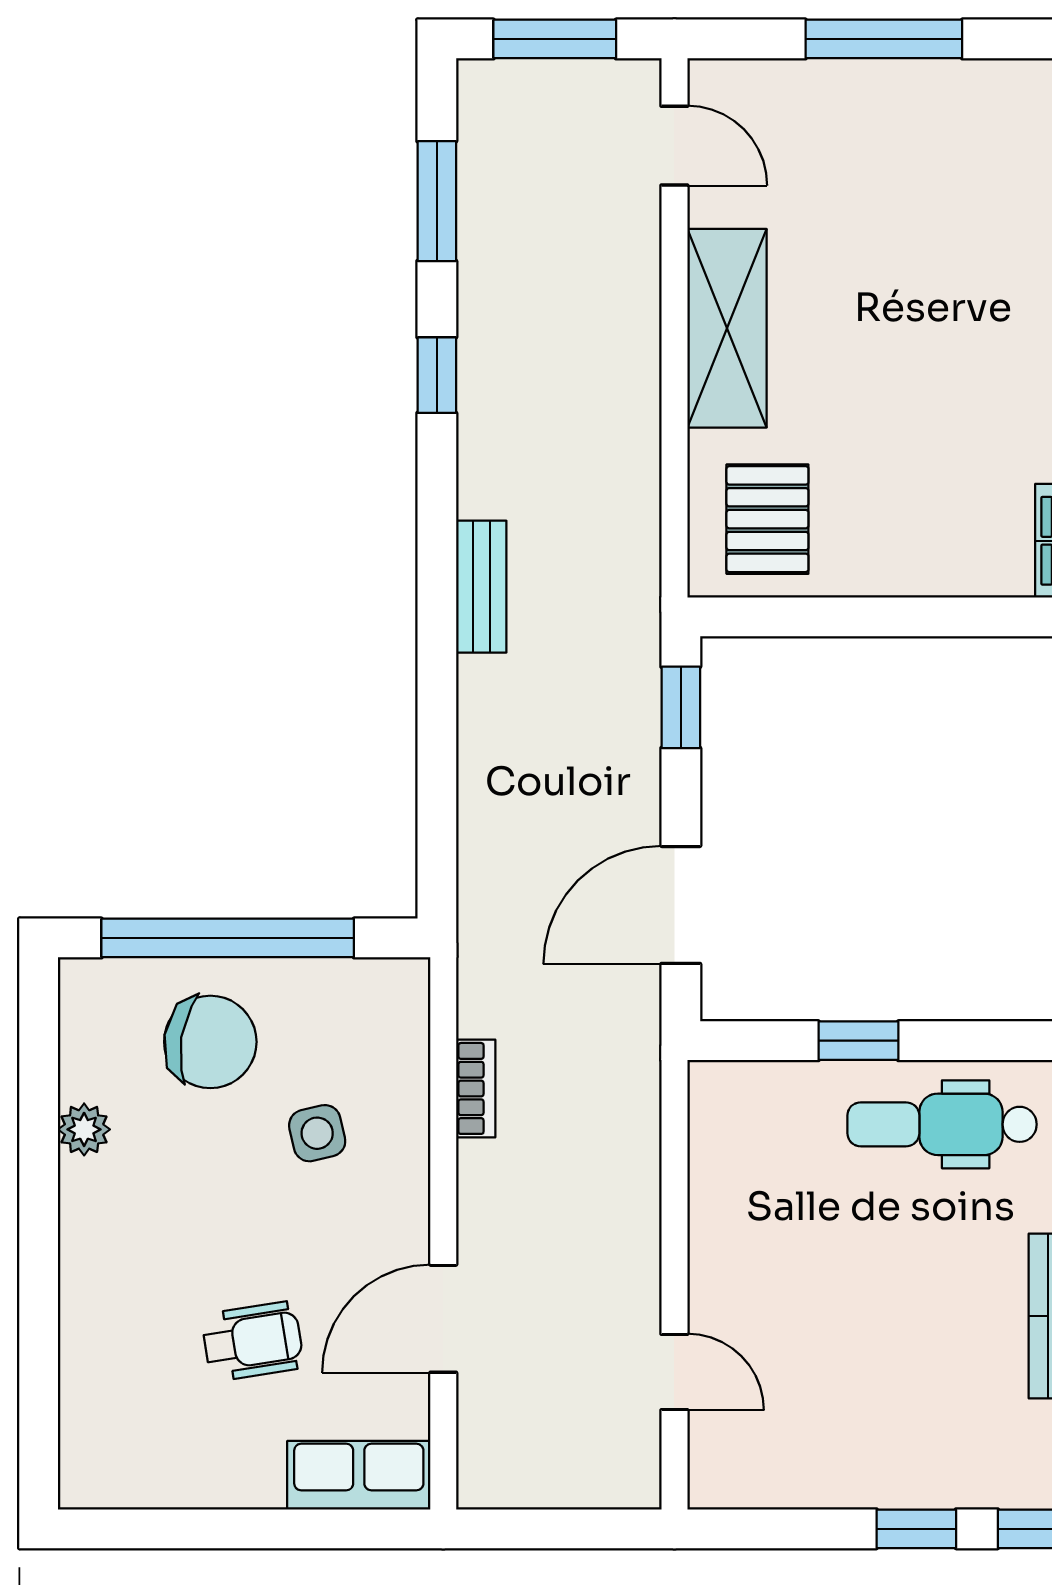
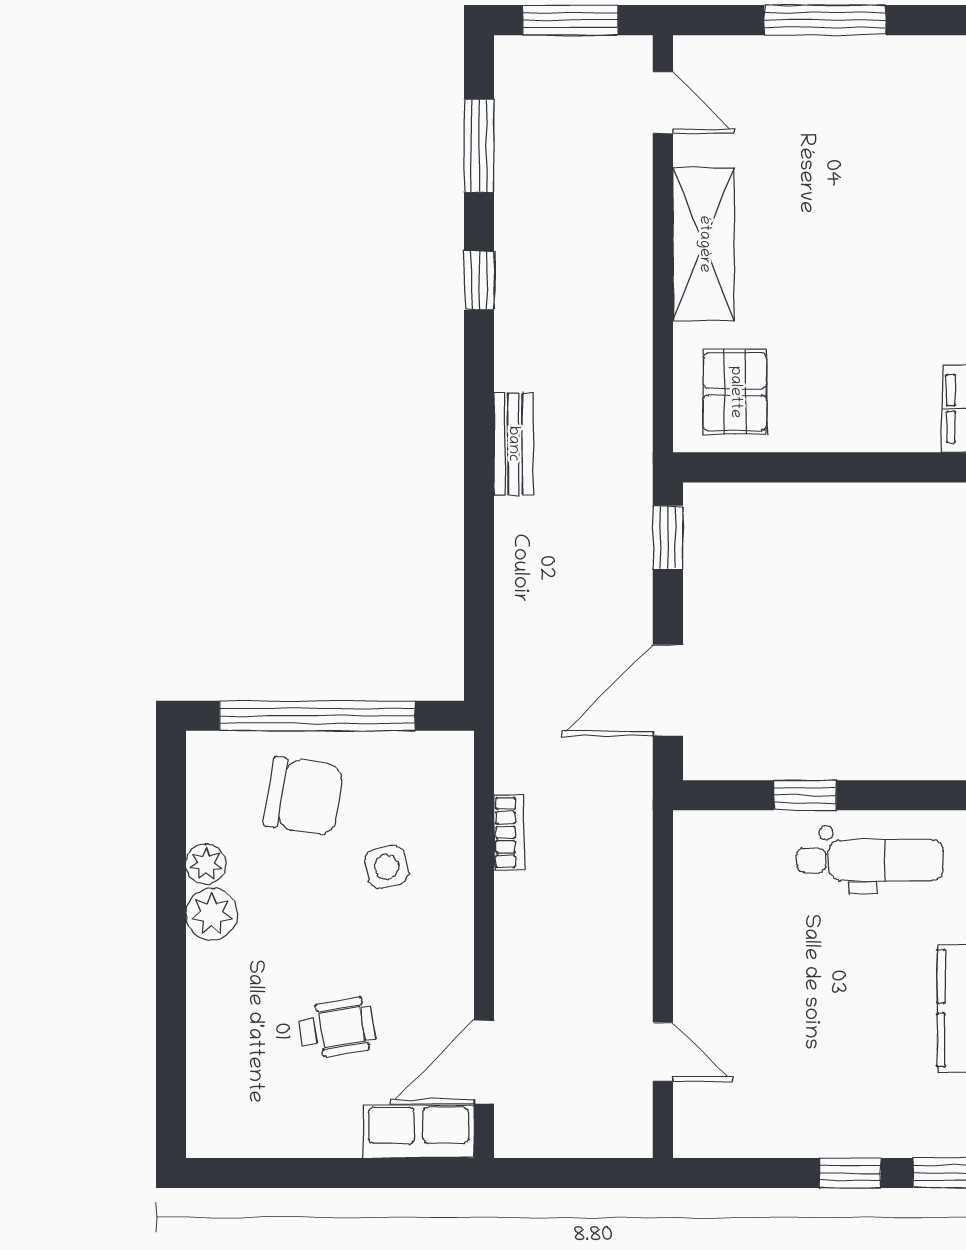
dental chair: (942, 1124) -> (870, 860), turned 180
plant: (92, 1194) -> (212, 914), added
door: (443, 1319) -> (484, 1062), moved

